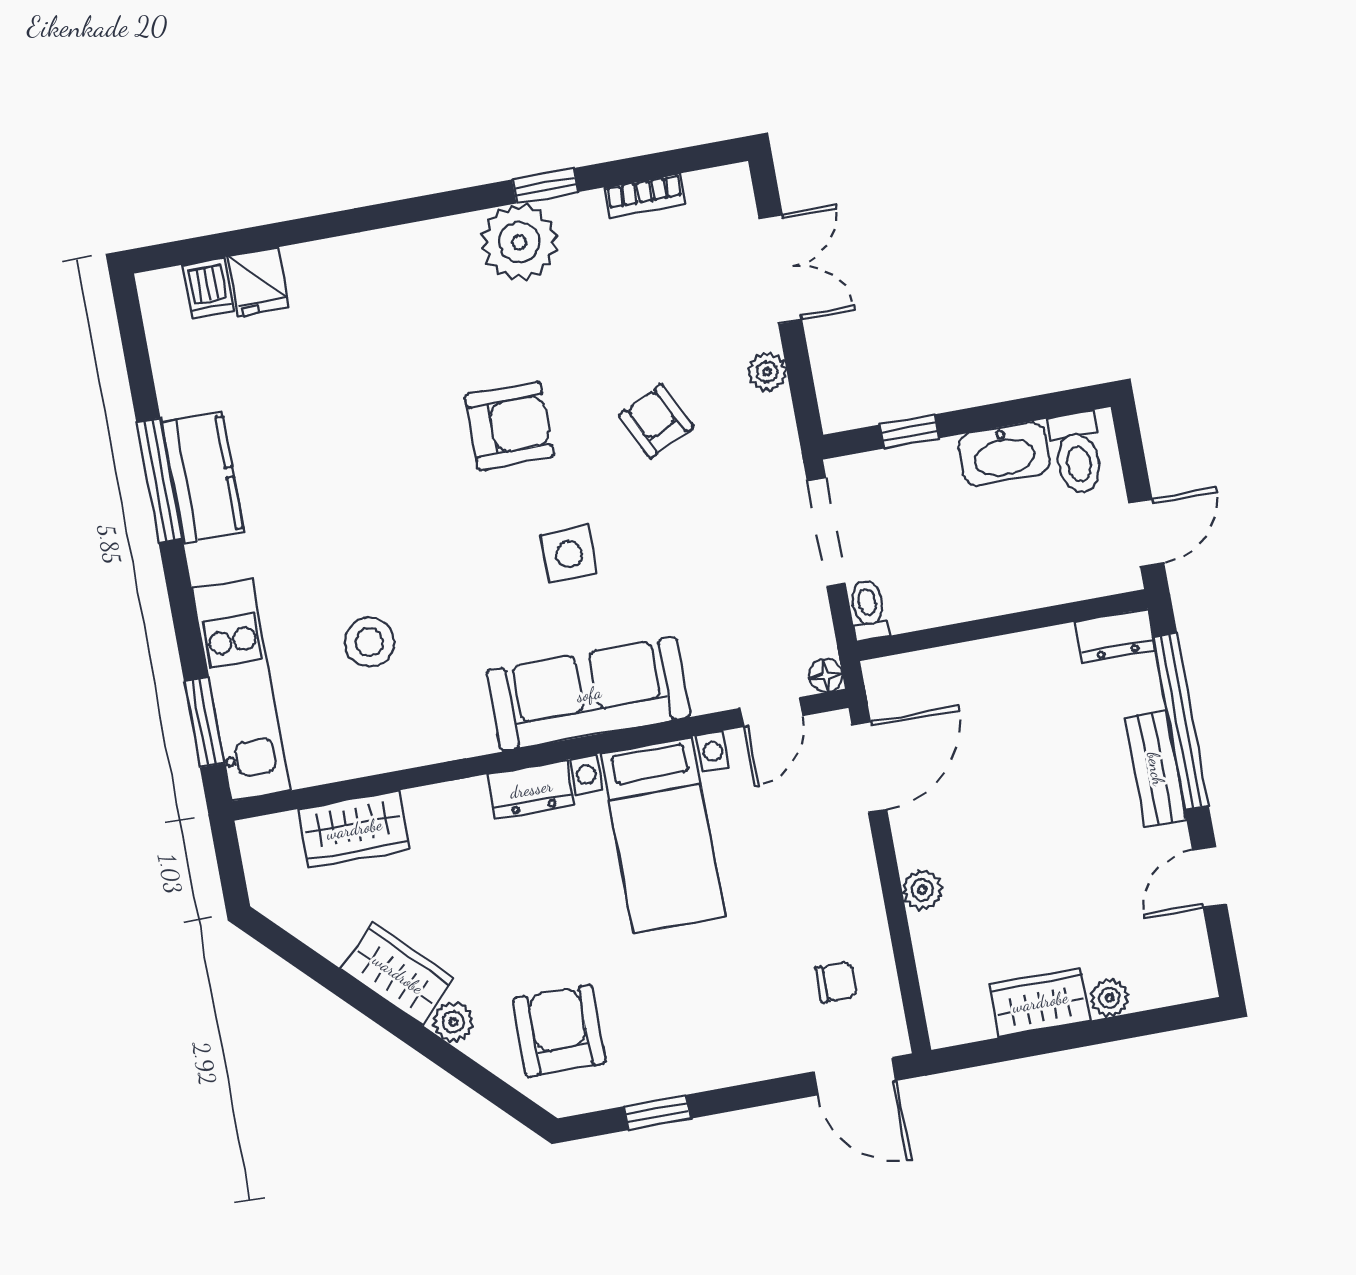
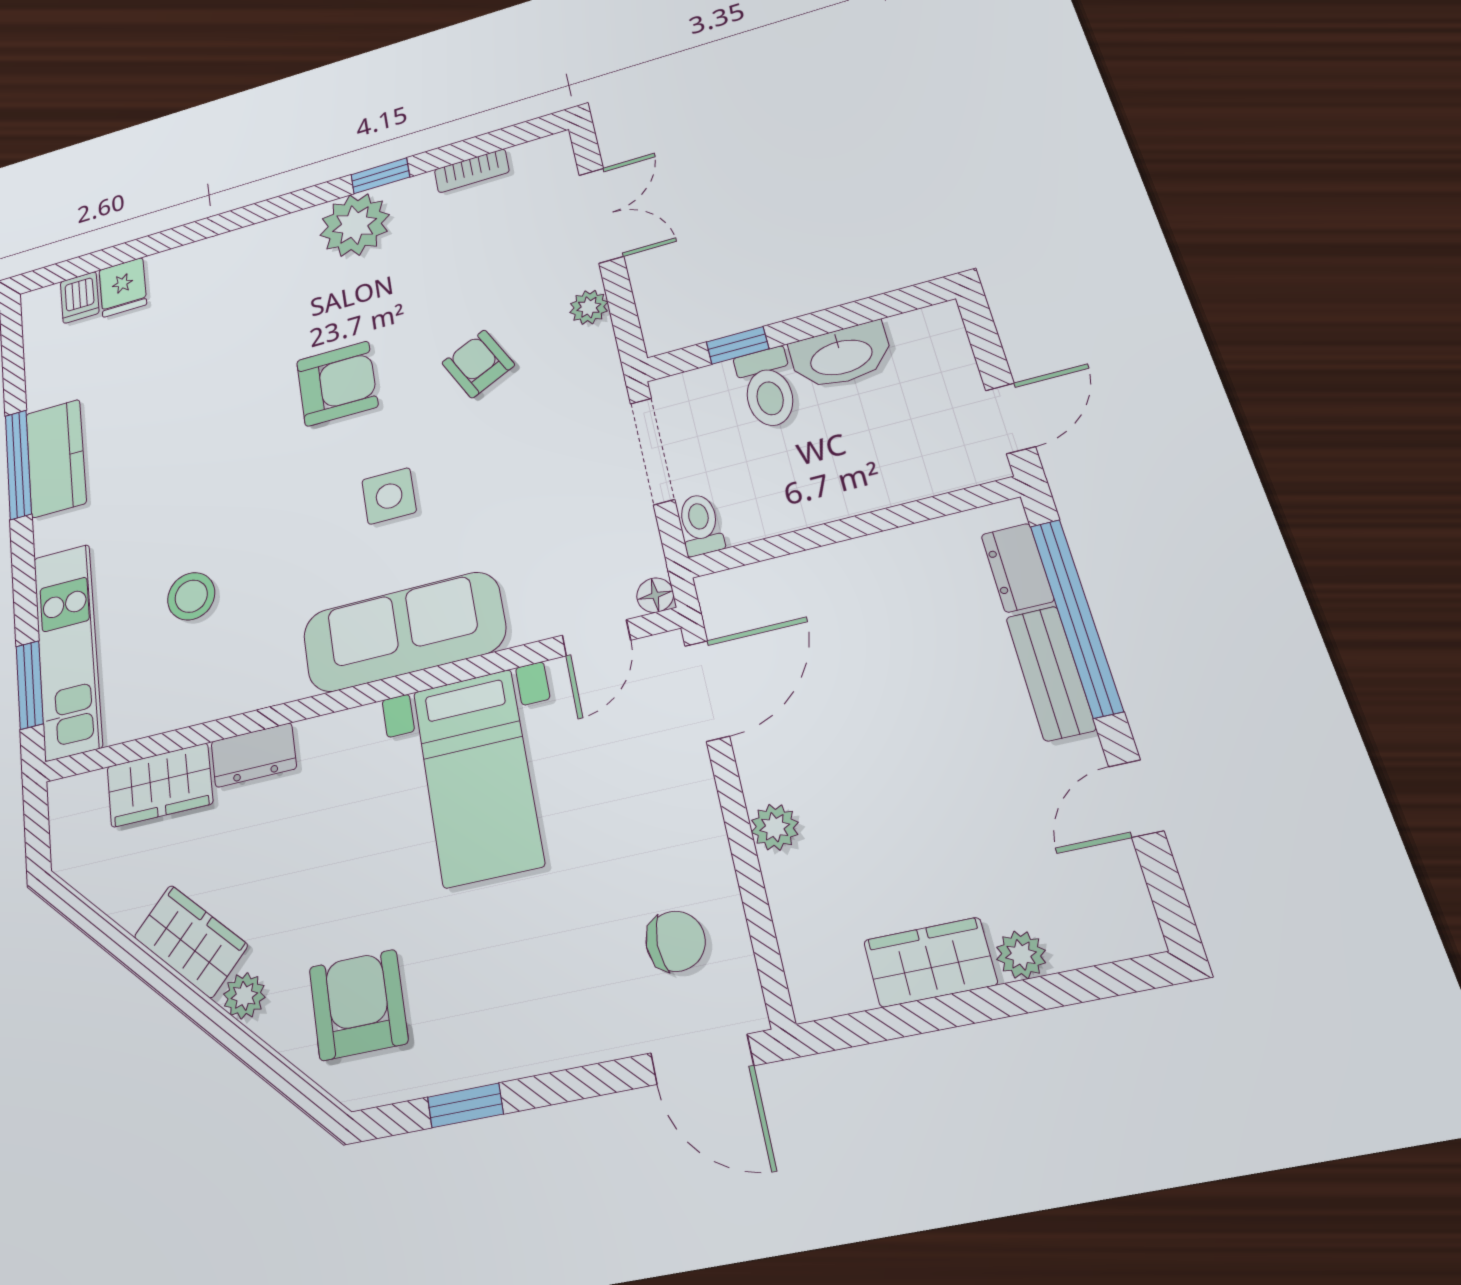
toilet: (1077, 453) -> (767, 388), moved
dresser: (1115, 636) -> (1017, 568), moved, turned 90
dresser: (531, 789) -> (254, 755), moved
chair: (836, 982) -> (676, 941), width x1.37, depth x1.37

